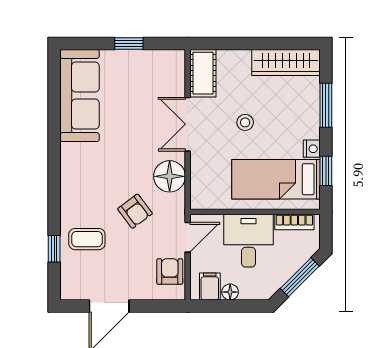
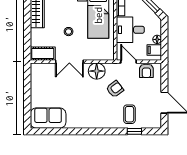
window: (129, 43) -> (27, 92), removed
sofa: (80, 96) -> (48, 118), width x0.73
armchair: (170, 272) -> (146, 71), turned -90

